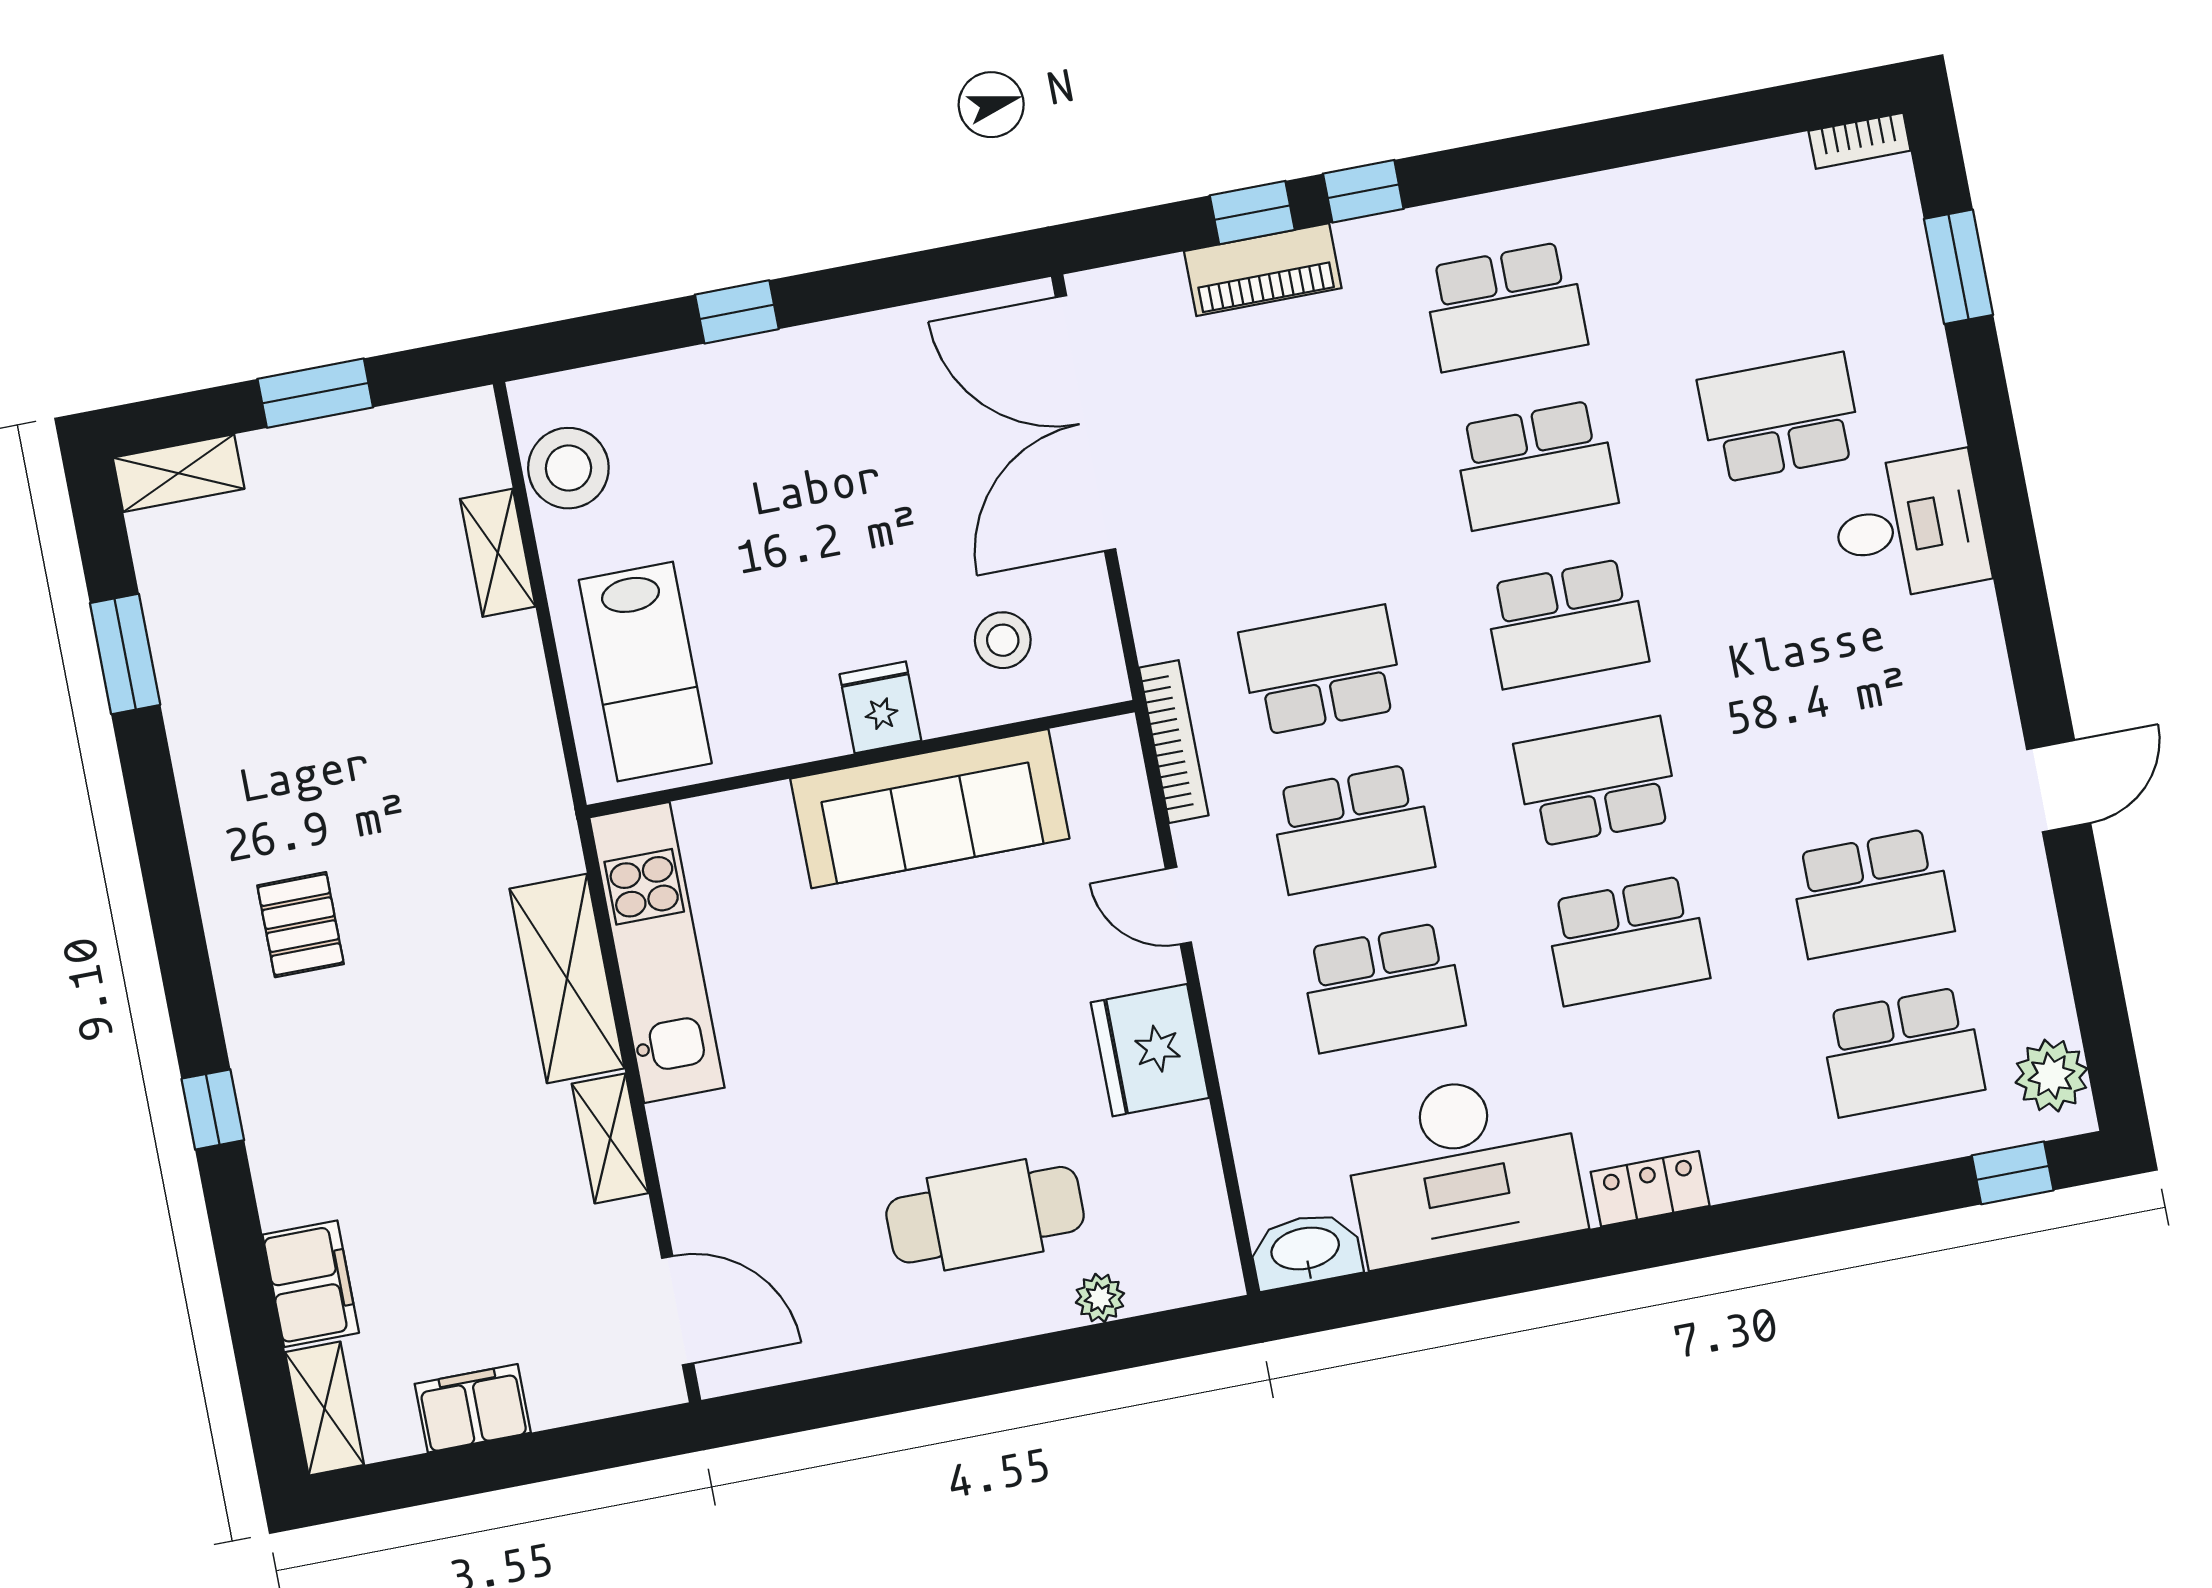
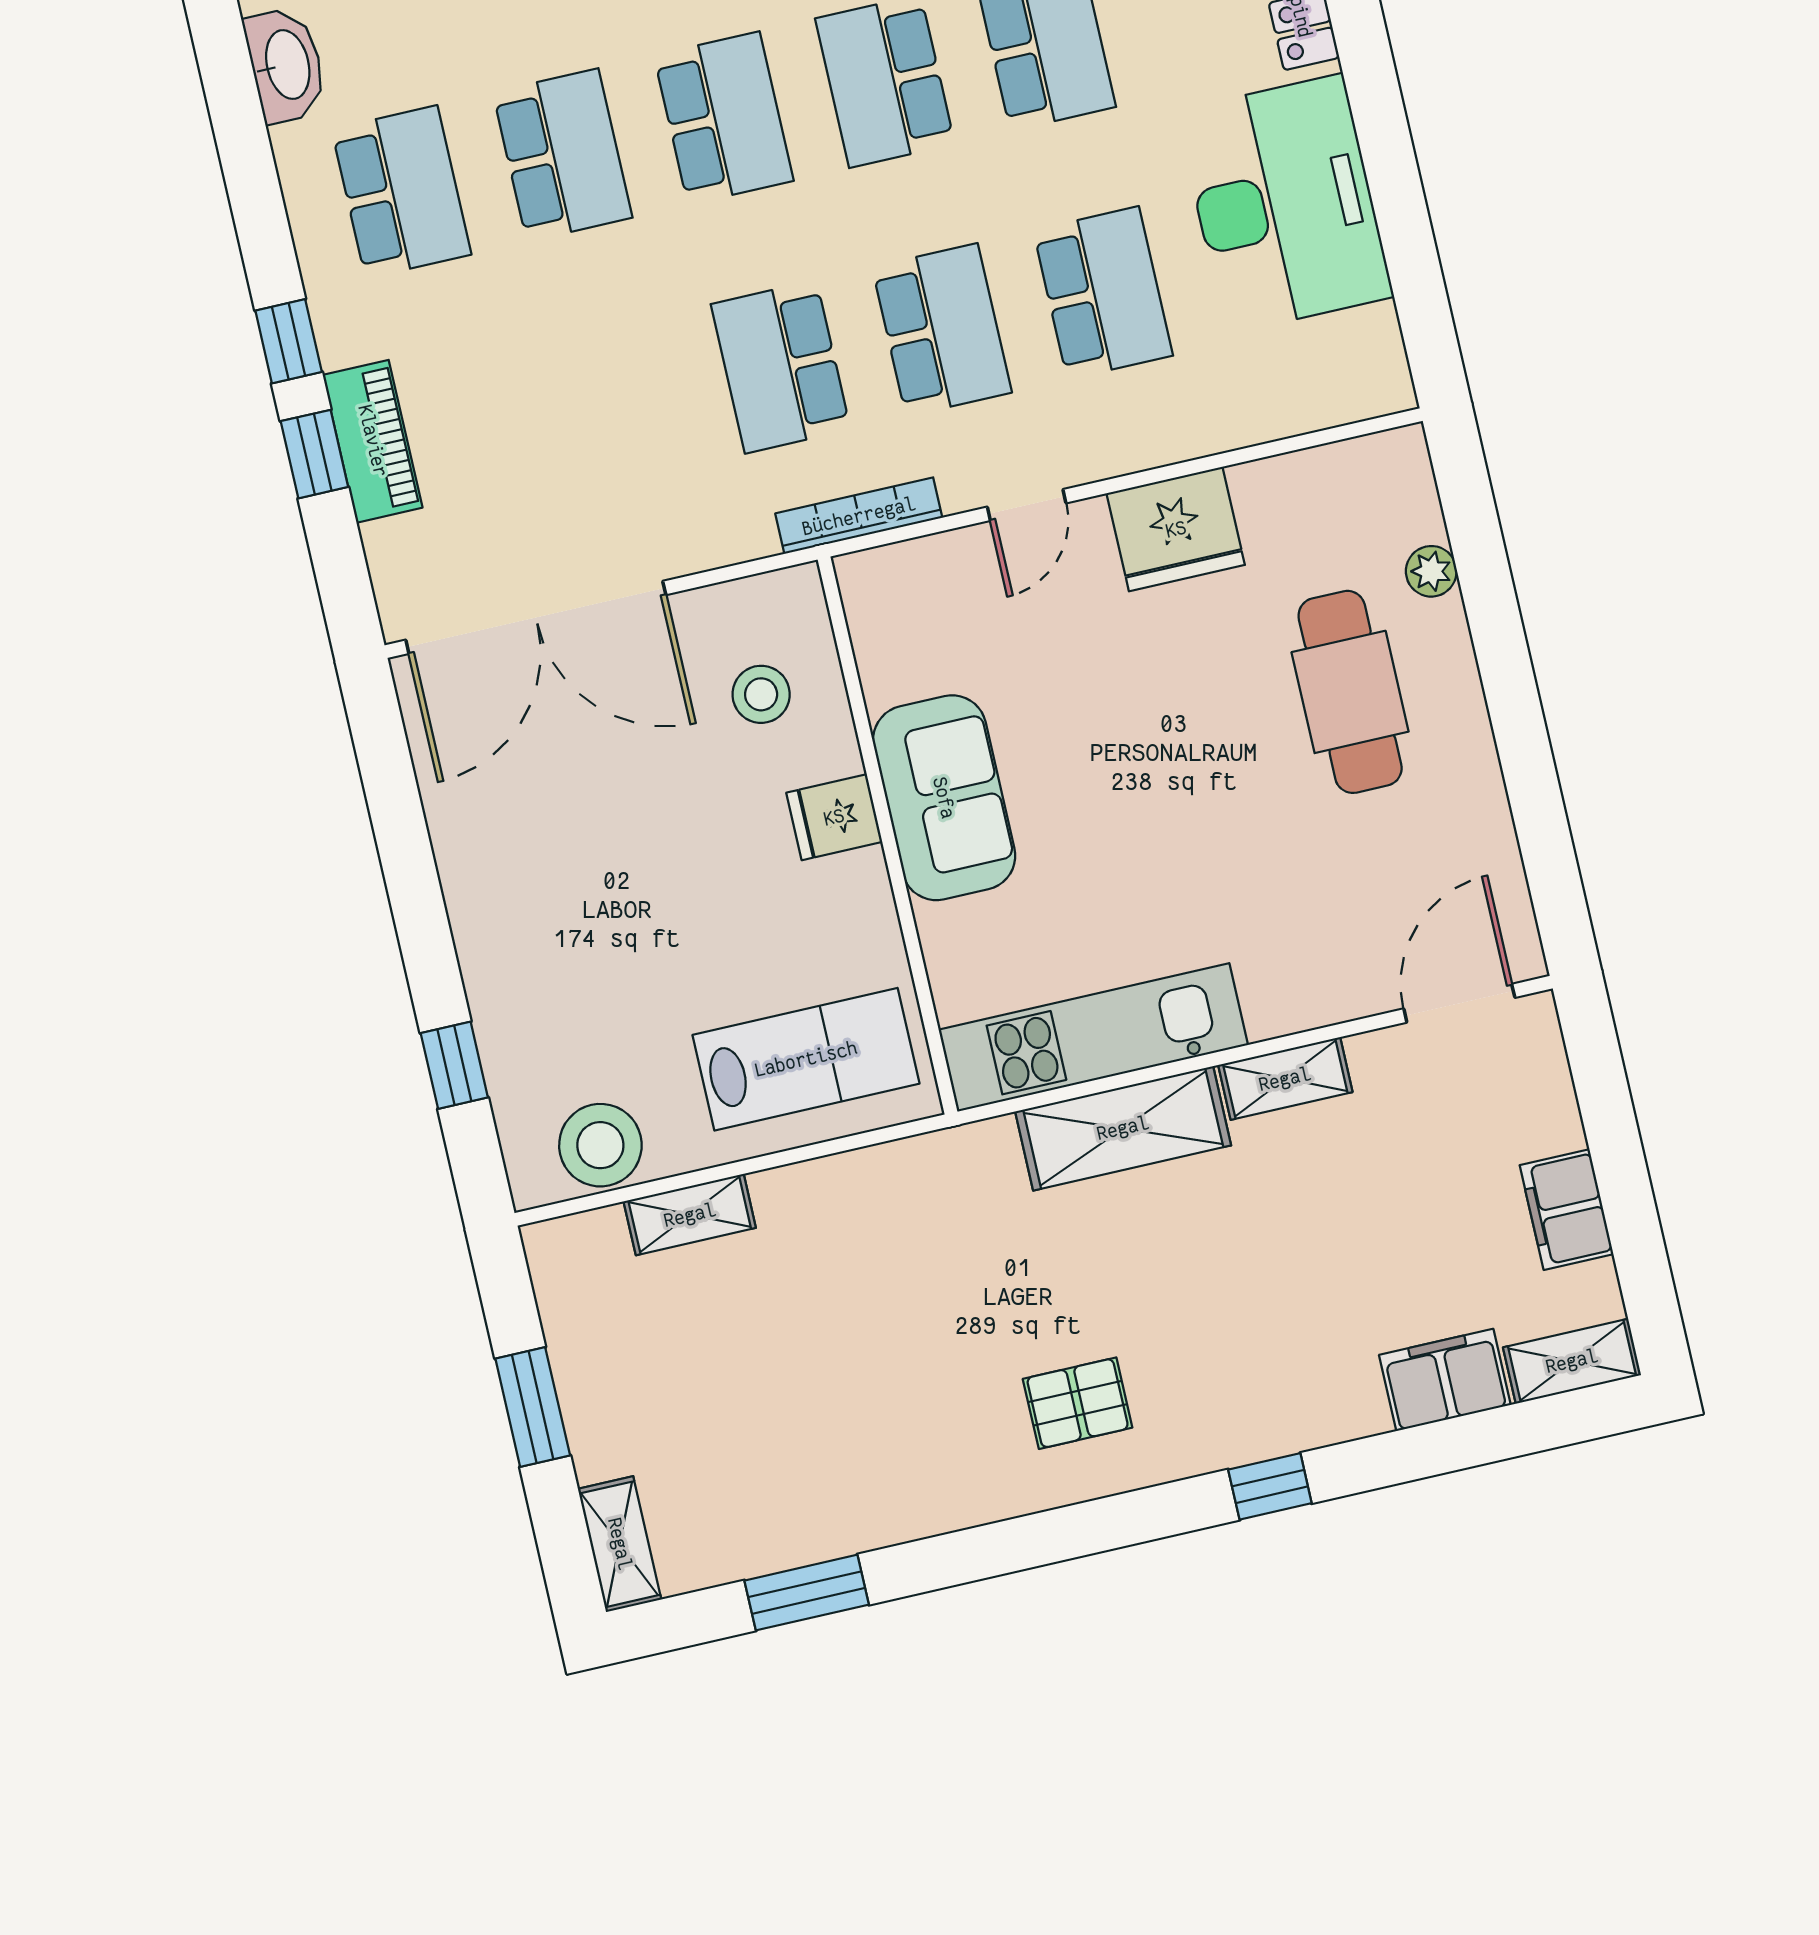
window: (737, 312) -> (454, 1065), moved
sofa: (930, 809) -> (944, 798), width x0.73
washbasin: (1305, 1250) -> (286, 65), moved, turned 180

